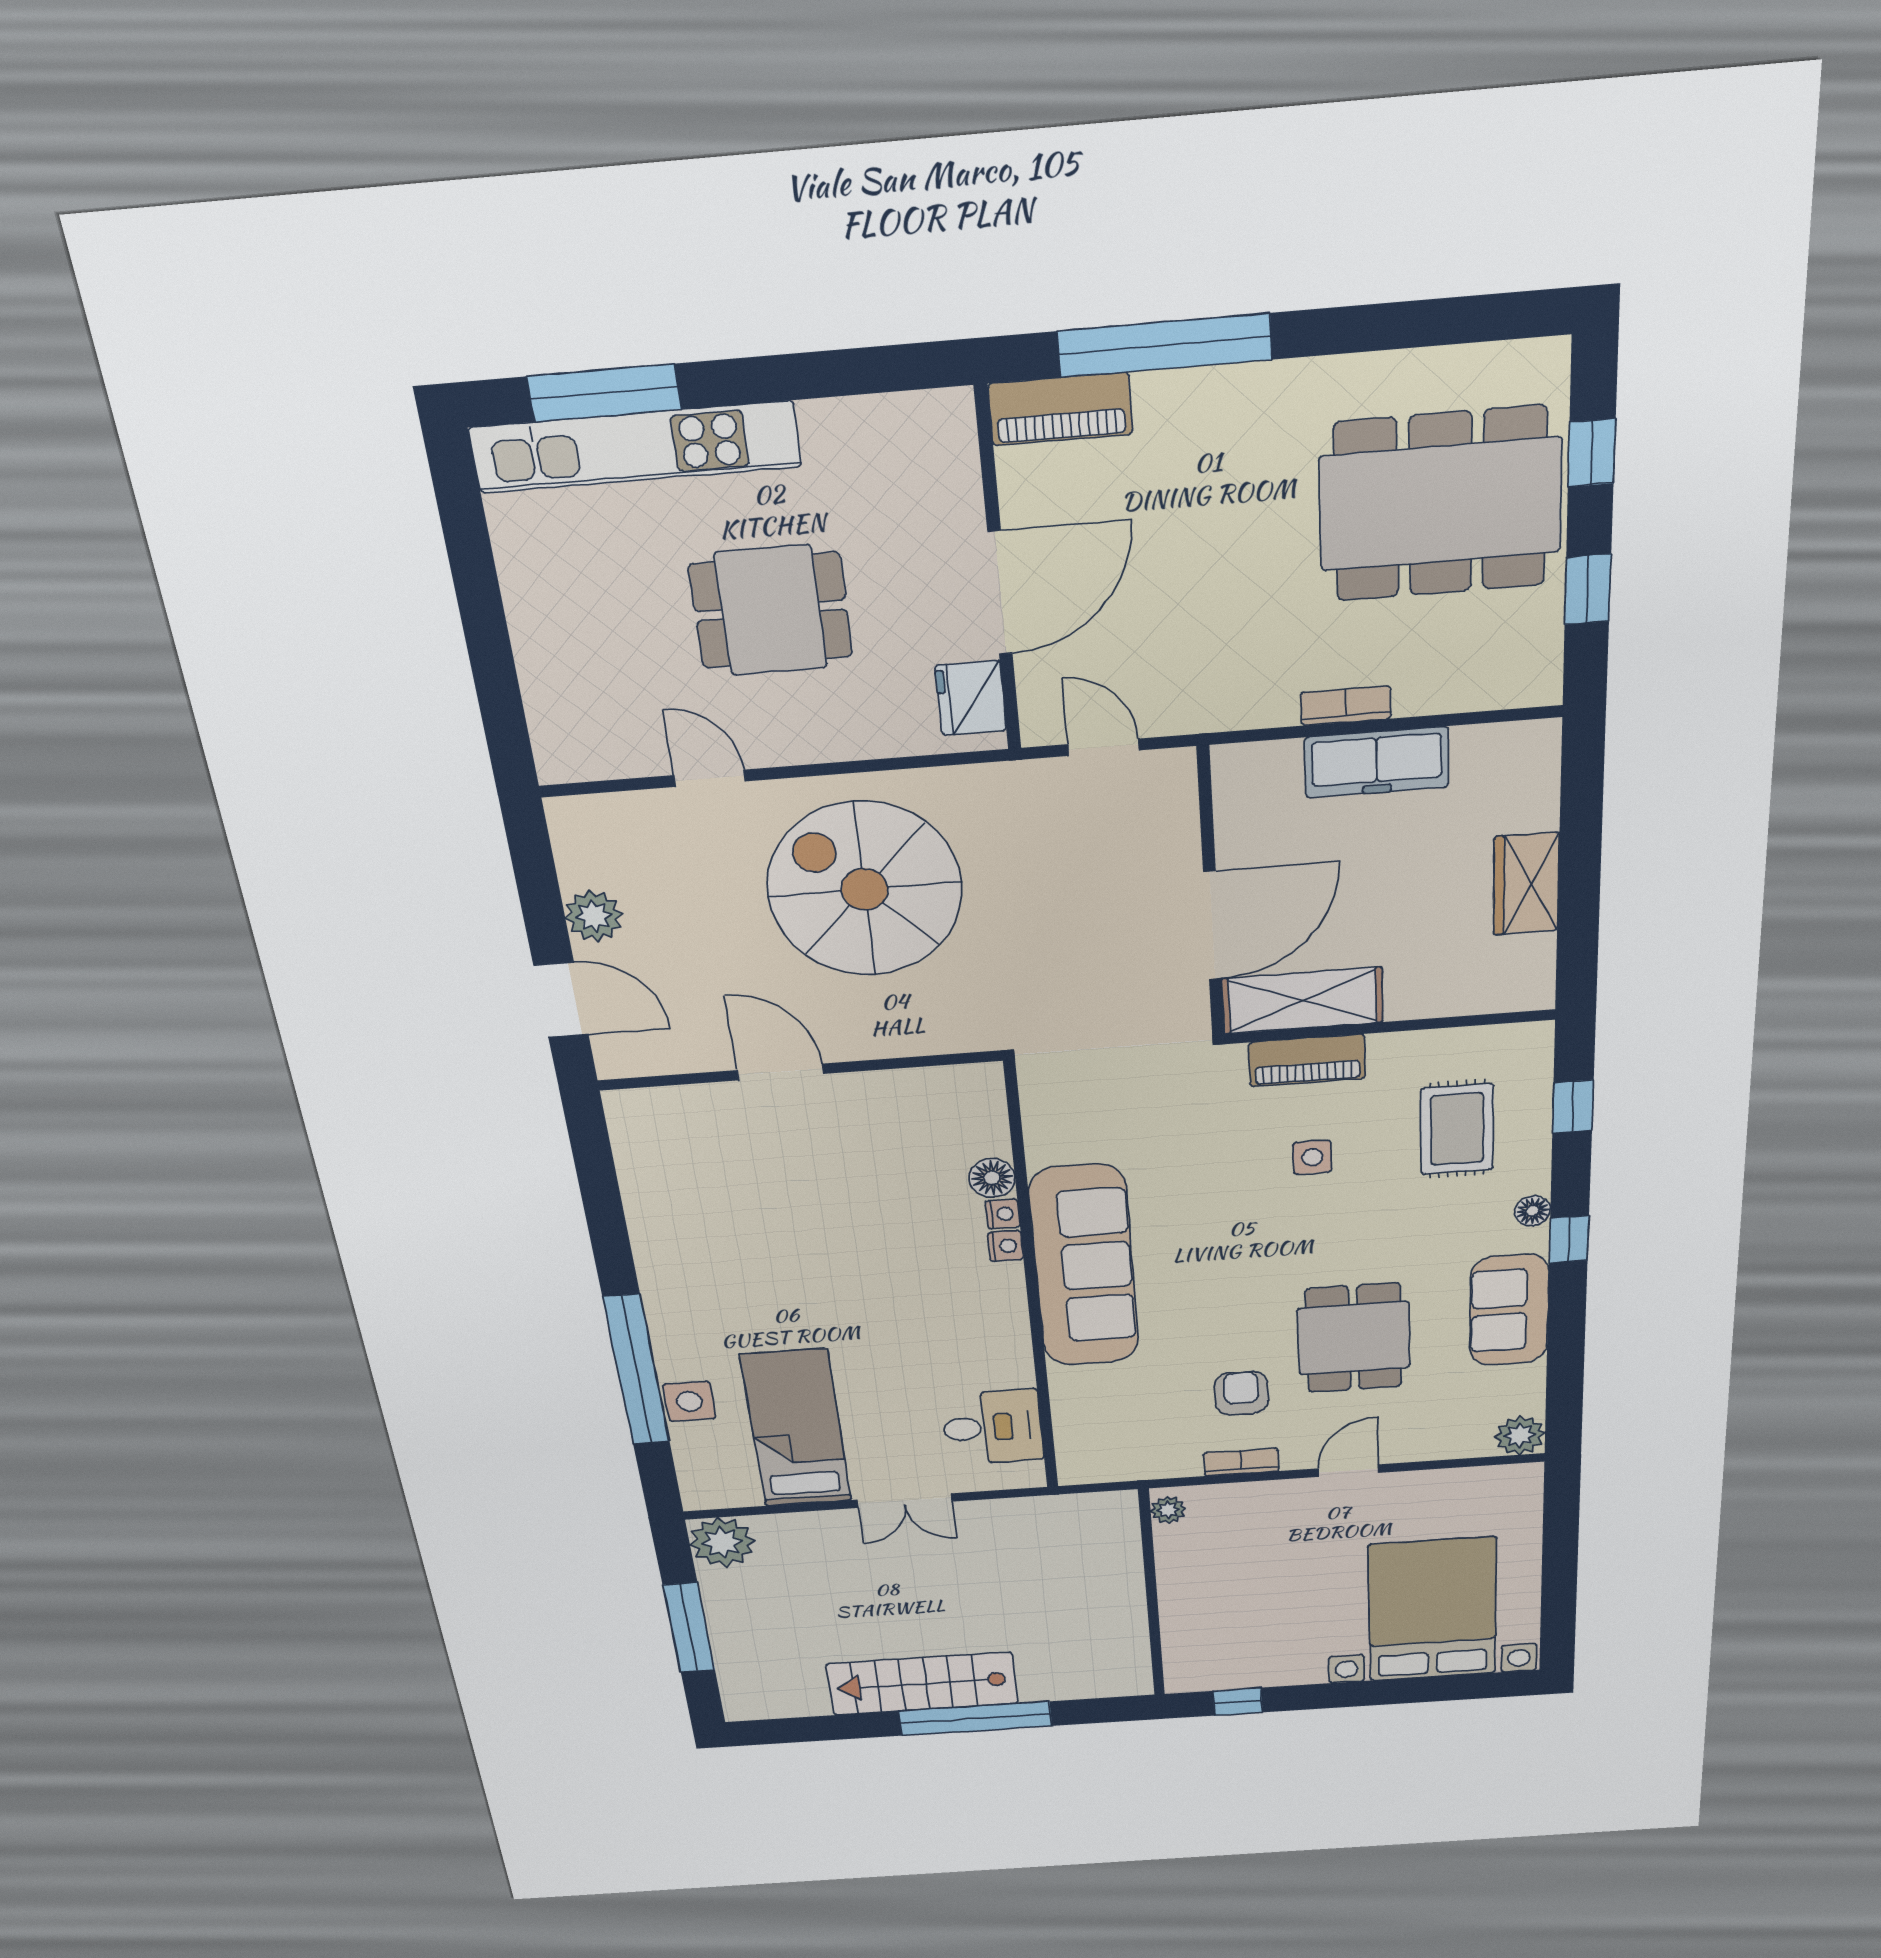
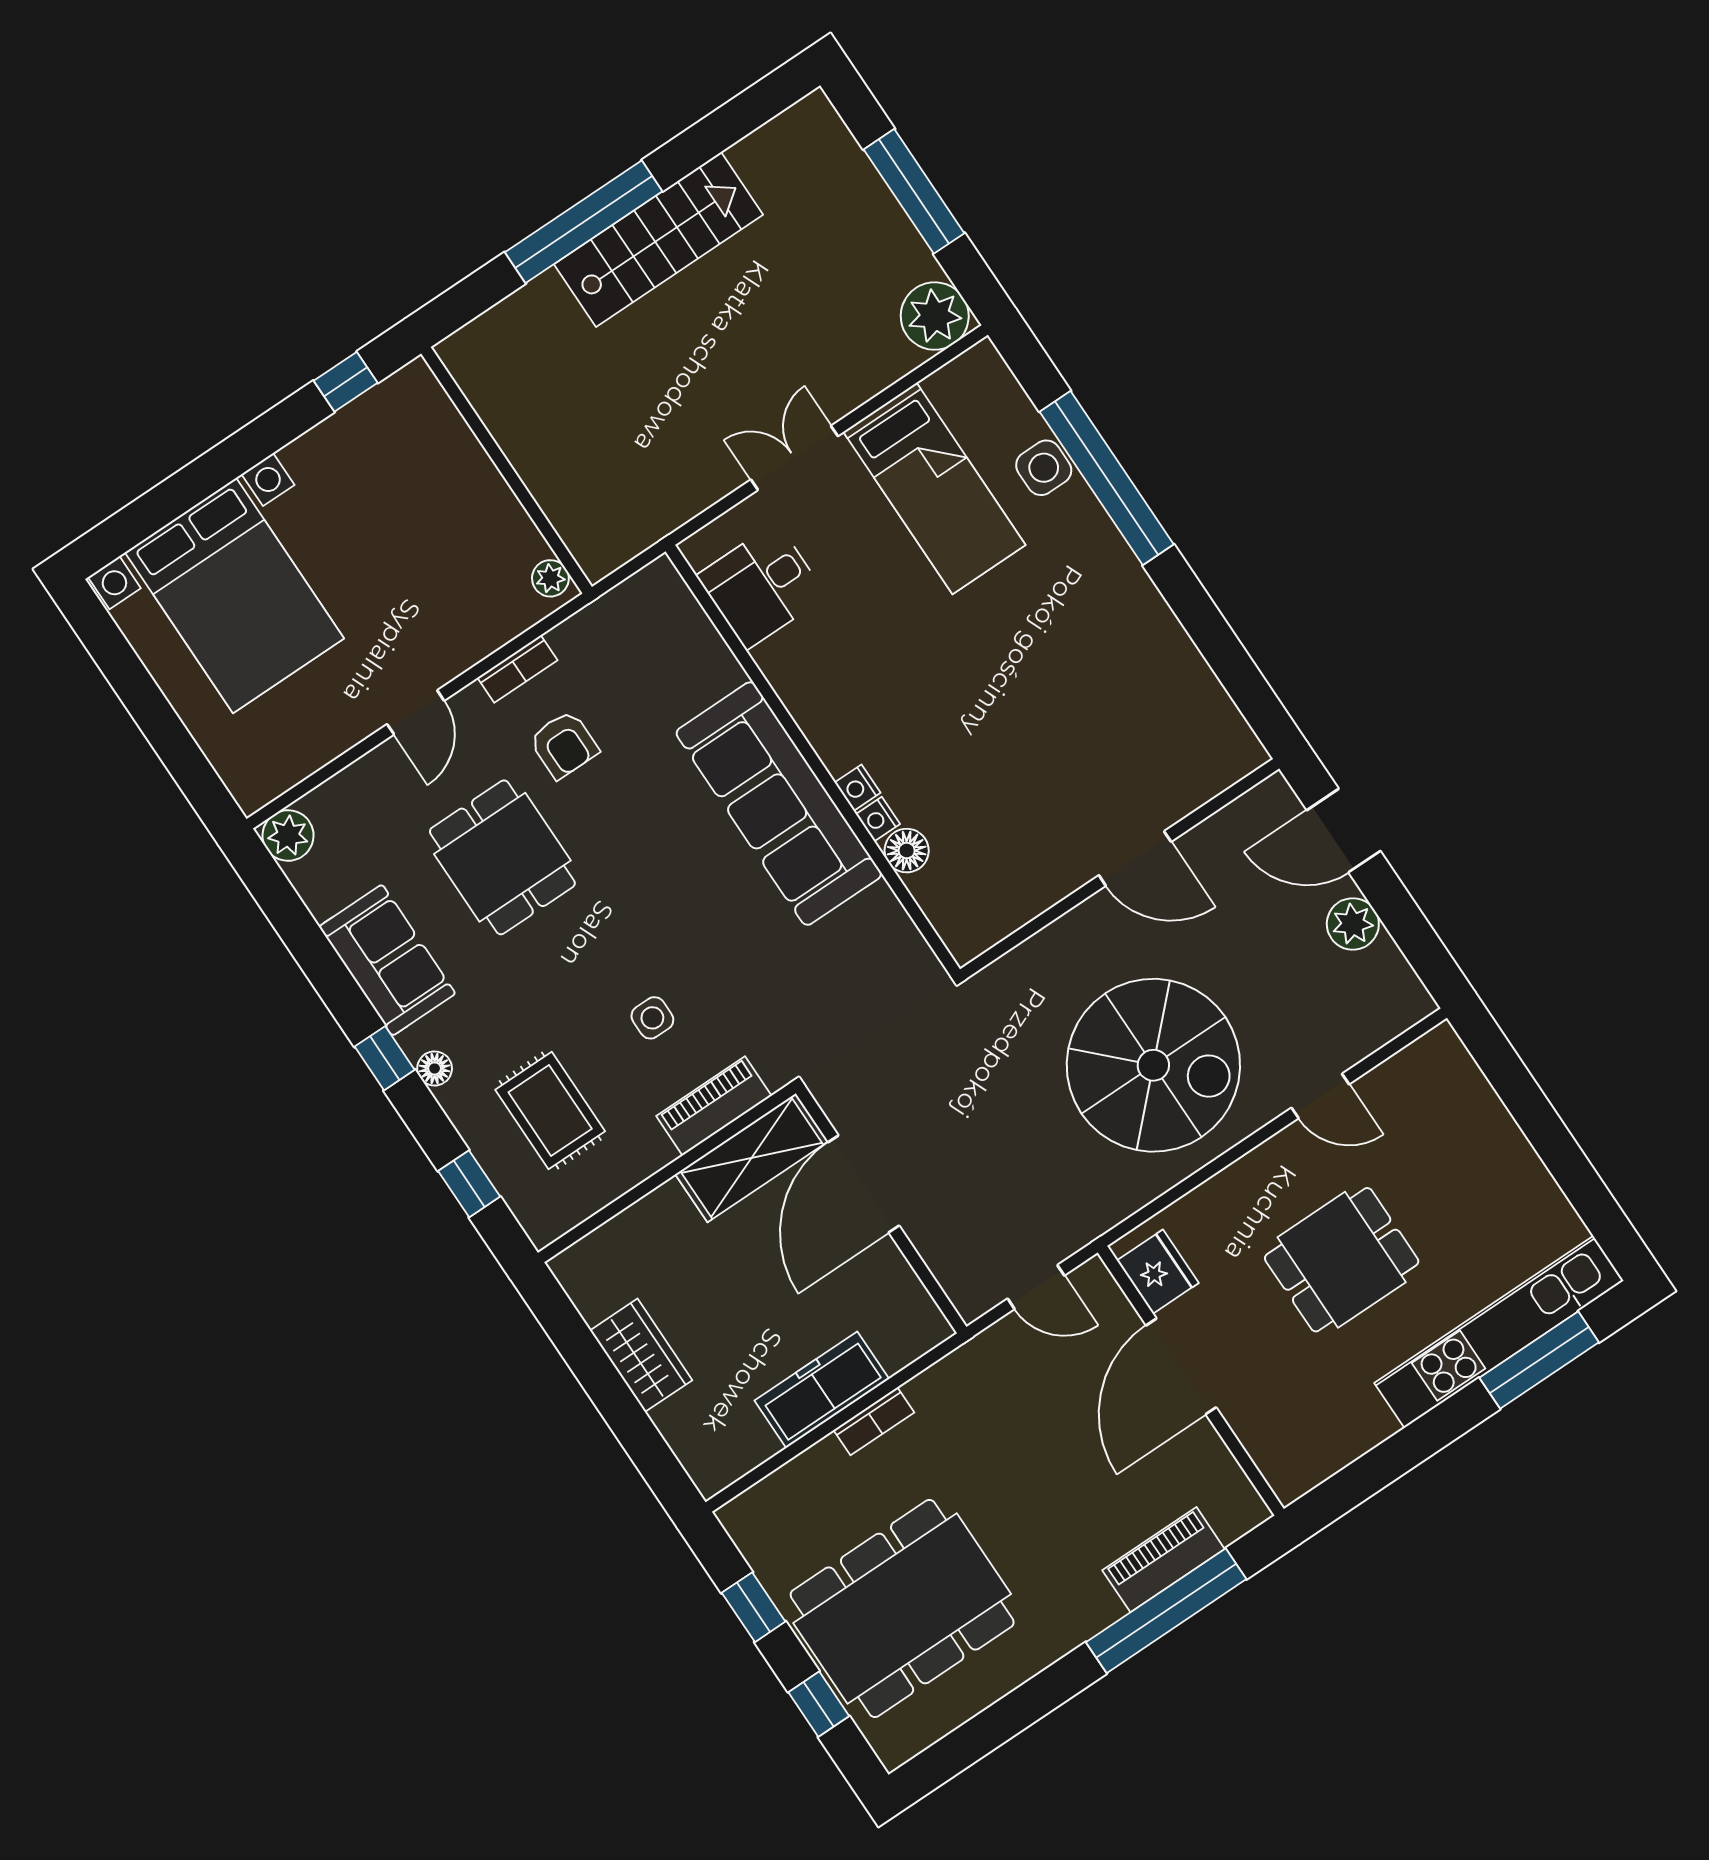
piano: (1060, 409) -> (1163, 1560), moved

